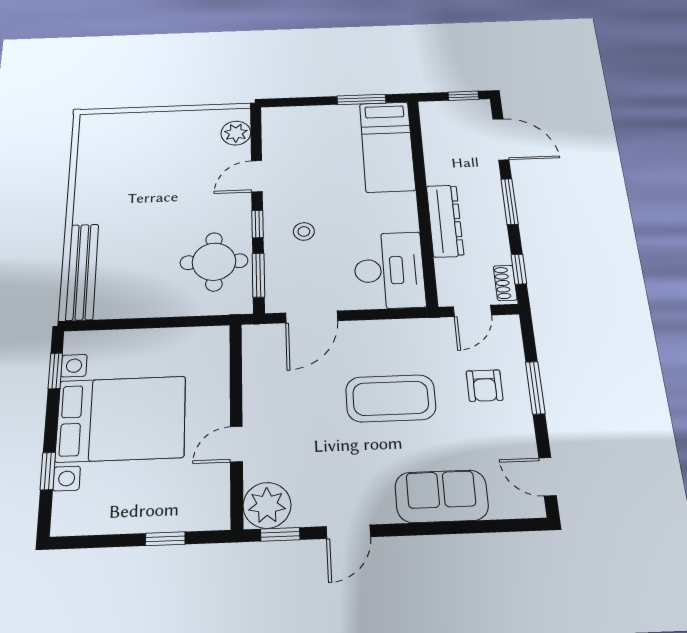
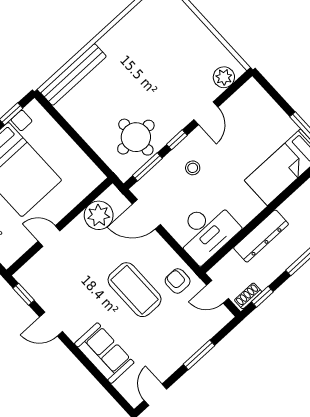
door: (257, 176) -> (206, 113), swing flipped
armchair: (485, 386) -> (178, 281), moved, turned 90
plant: (267, 505) -> (99, 215), moved

